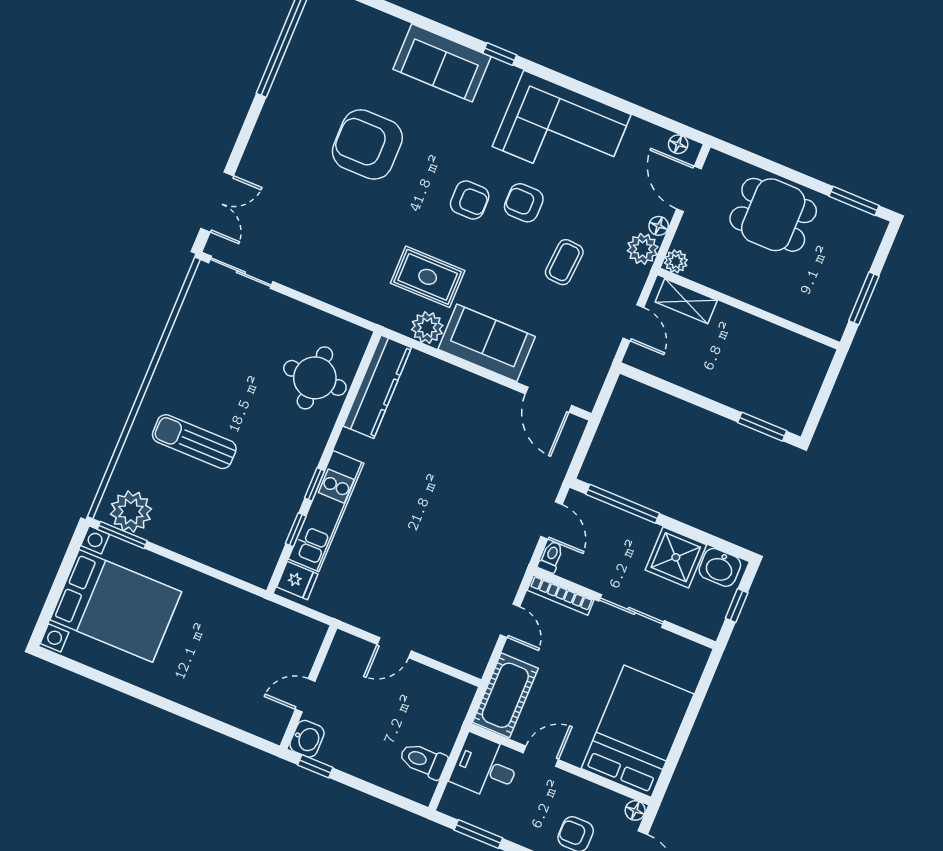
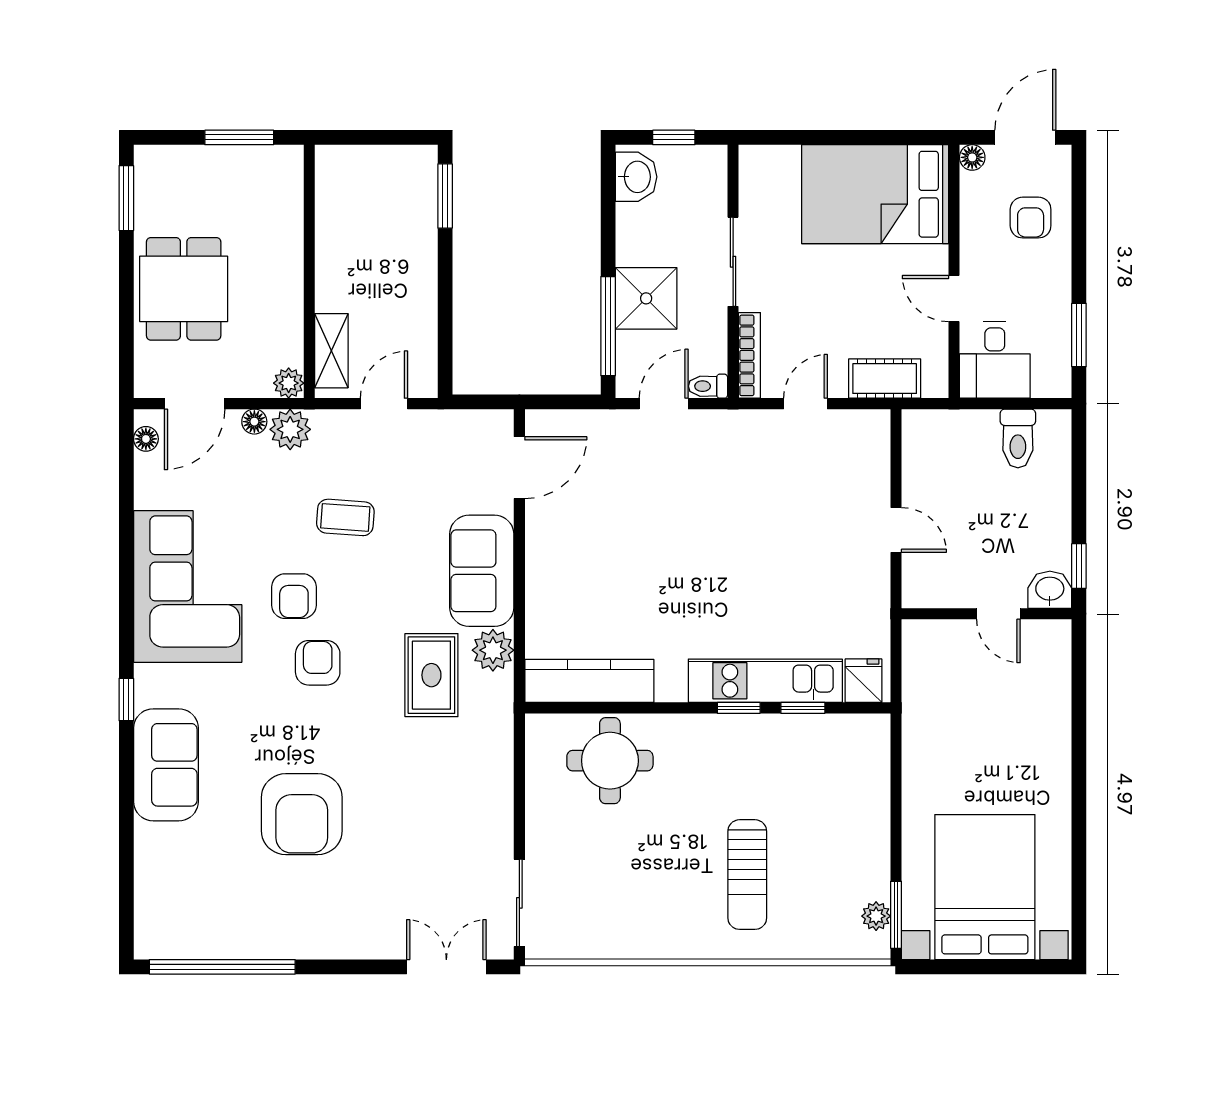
plant: (131, 512) -> (876, 916), width x0.53, depth x0.53
shower: (676, 557) -> (646, 298), moved
cot: (505, 695) -> (885, 379), width x0.73, depth x0.75

